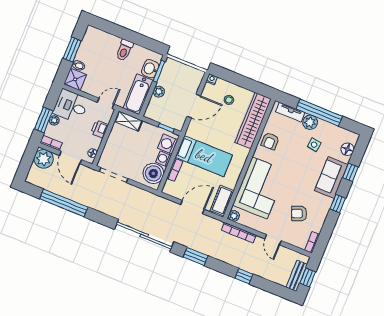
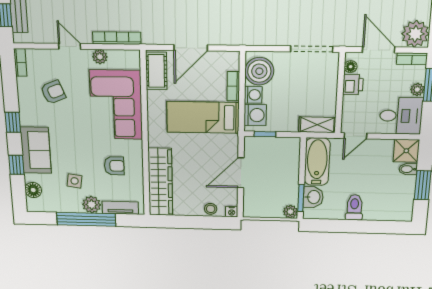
plant: (159, 92) -> (290, 212), moved
stool: (229, 100) -> (211, 209), moved
printer: (100, 129) -> (353, 85), moved
armchair: (270, 141) -> (114, 166), moved, turned 90
plant: (234, 216) -> (100, 57), moved

